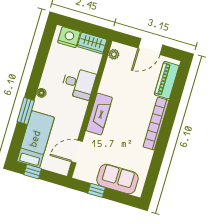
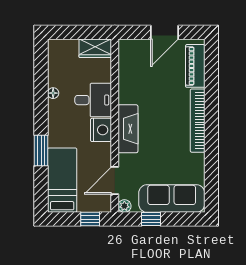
nightstand: (69, 37) -> (101, 130), moved, turned 90
plant: (114, 54) -> (124, 206), moved
floor lamp: (41, 93) -> (53, 93), moved
window: (33, 172) -> (90, 219), moved
sofa: (117, 179) -> (172, 199), width x1.36

